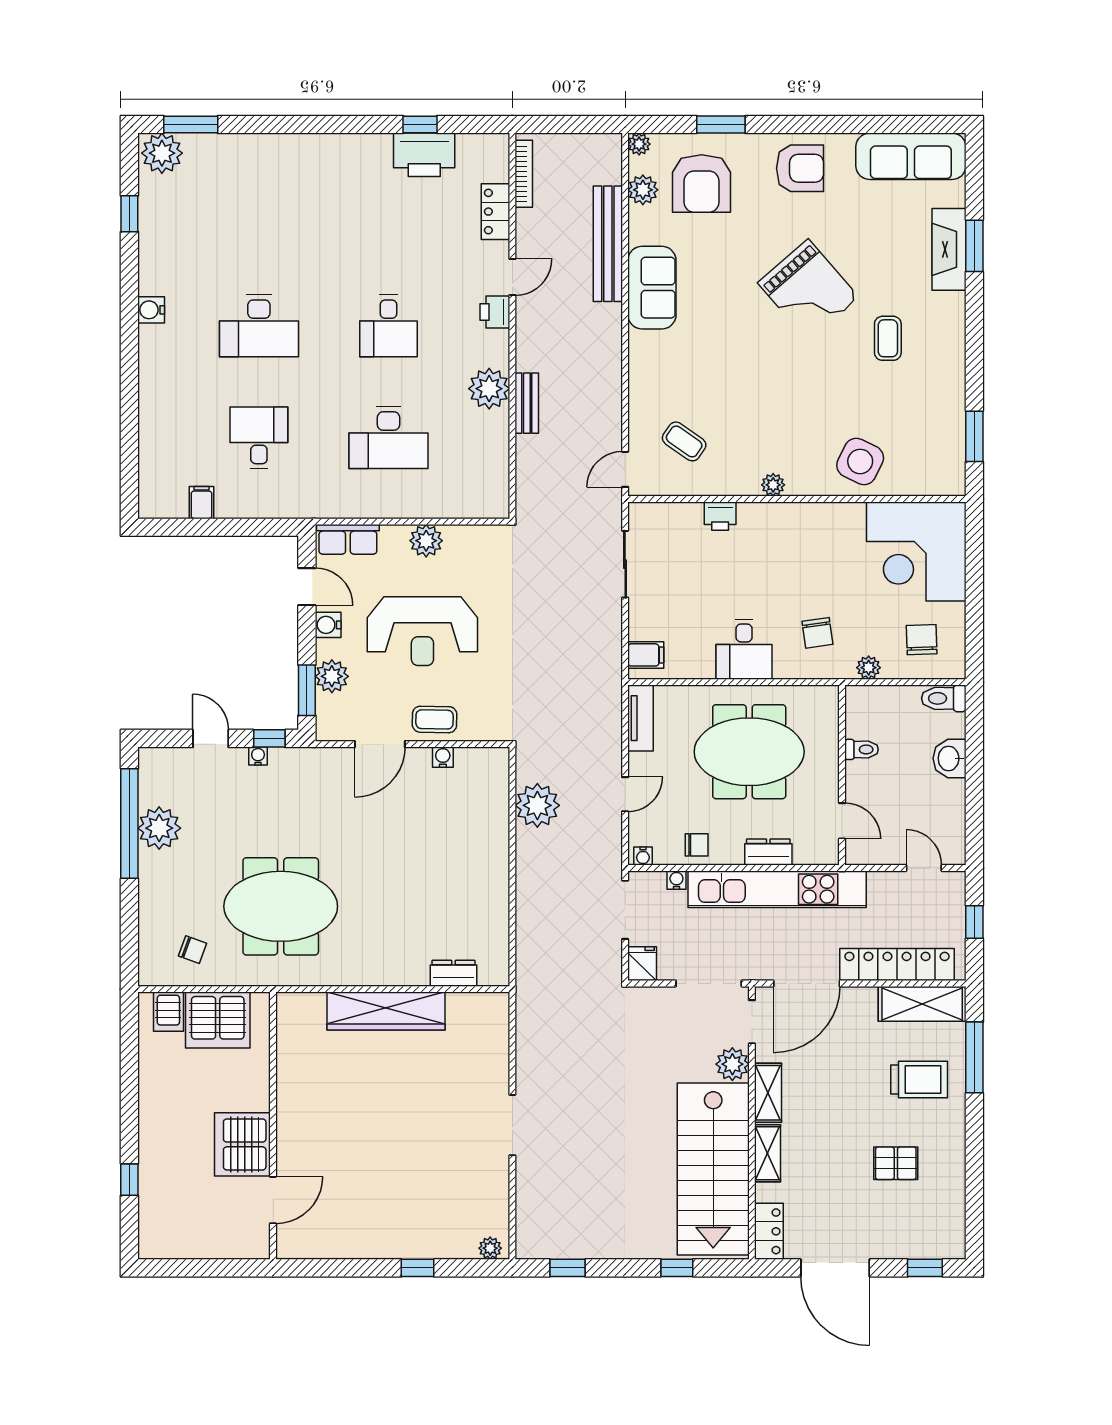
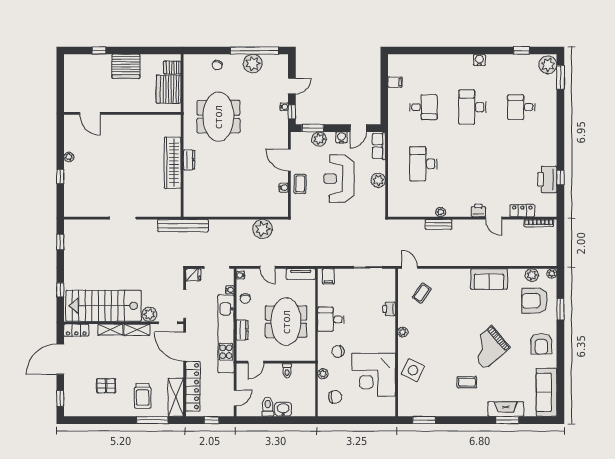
bench: (608, 244) -> (183, 226), moved
desk: (389, 326) -> (521, 107), moved
plant: (489, 389) -> (441, 212), width x0.53, depth x0.53
corner desk: (916, 551) -> (374, 375), moved, turned -90
toilet: (944, 698) -> (268, 407), moved
chair: (192, 950) -> (217, 65), moved
dresser: (453, 973) -> (189, 160), moved
server rack: (242, 1144) -> (126, 66), moved, turned 180
pallet: (896, 1163) -> (106, 386), turned 90
plant: (490, 1248) -> (69, 157), moved

